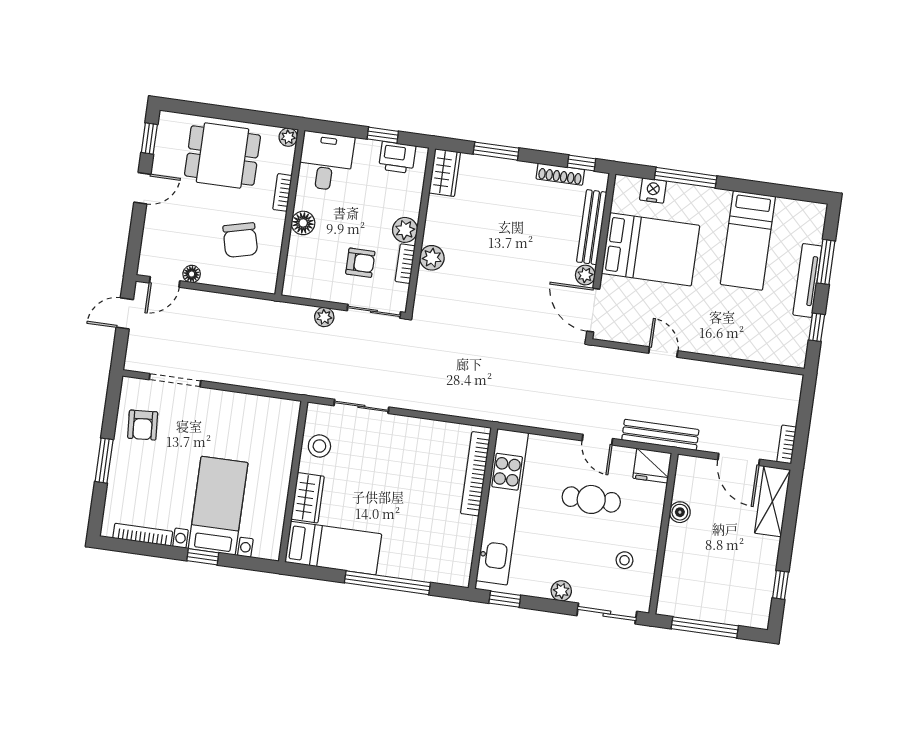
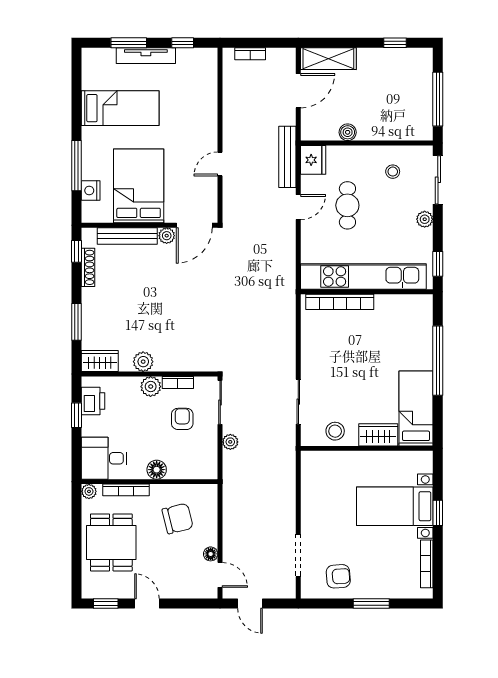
bookcase: (282, 192) -> (126, 490), width x1.56
plant: (432, 258) -> (143, 362), moved
bookcase: (787, 444) -> (250, 54), moved

